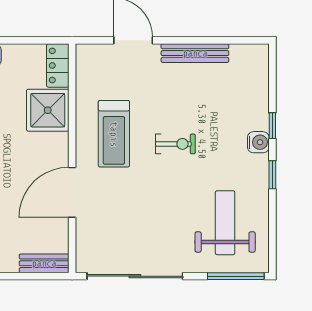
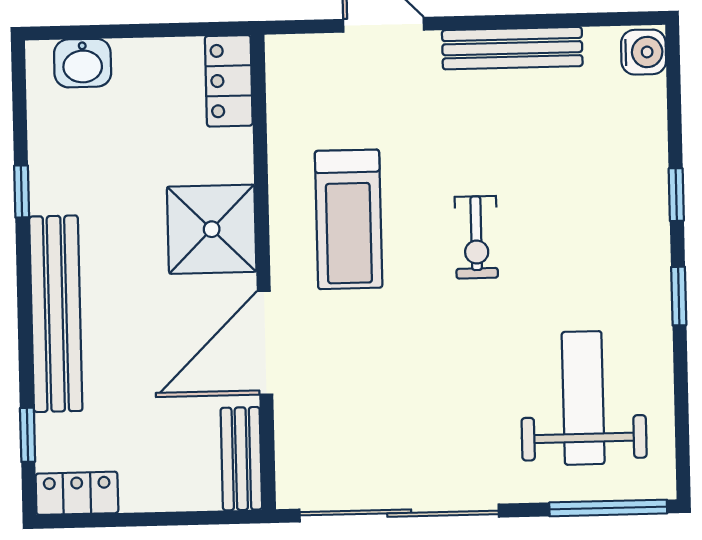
shower: (48, 110) -> (212, 229), moved
water cooler: (258, 142) -> (644, 52), moved
exercise bike: (175, 144) -> (476, 237), turned 90
bench: (44, 263) -> (241, 459), moved, turned 90

